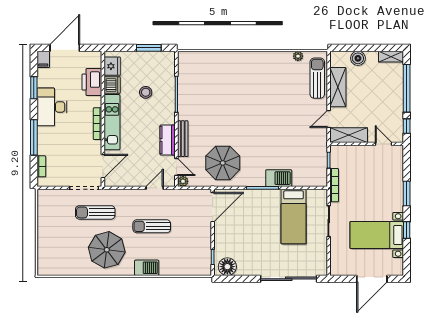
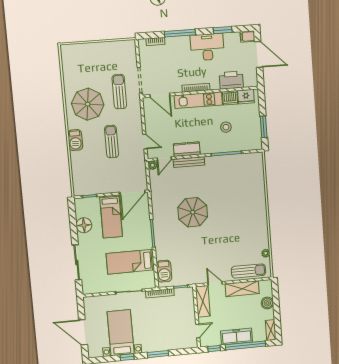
freezer: (395, 98) -> (237, 337), added
parasol: (223, 163) -> (193, 212), moved
barbecue: (279, 178) -> (164, 271), moved
door: (213, 207) -> (132, 192), hinge flipped
bed: (238, 234) -> (111, 216), added
floor lamp: (227, 267) -> (84, 225), moved
sliding door: (289, 279) -> (77, 262), width x0.73

